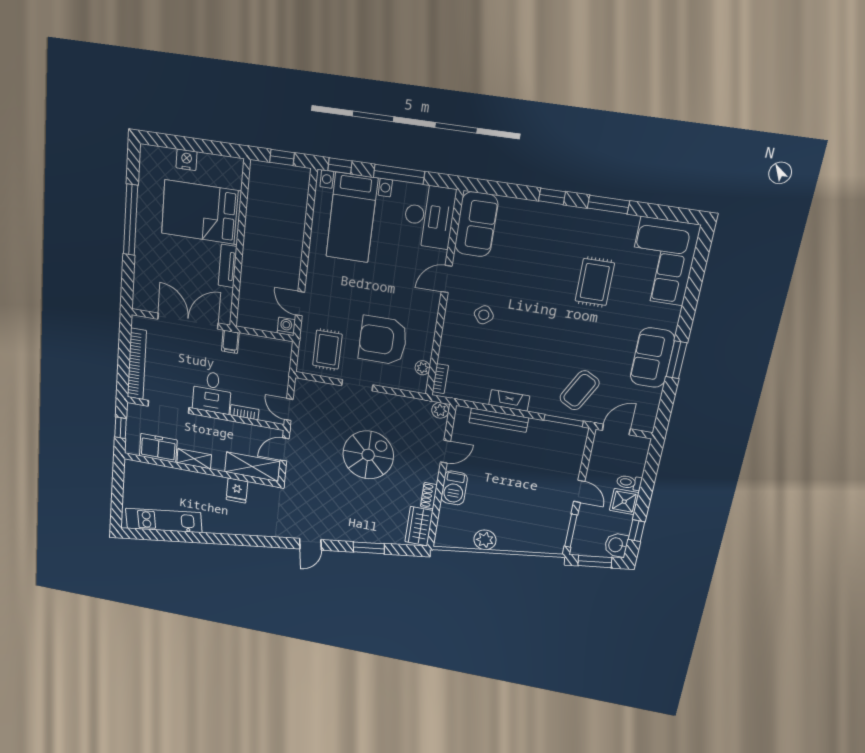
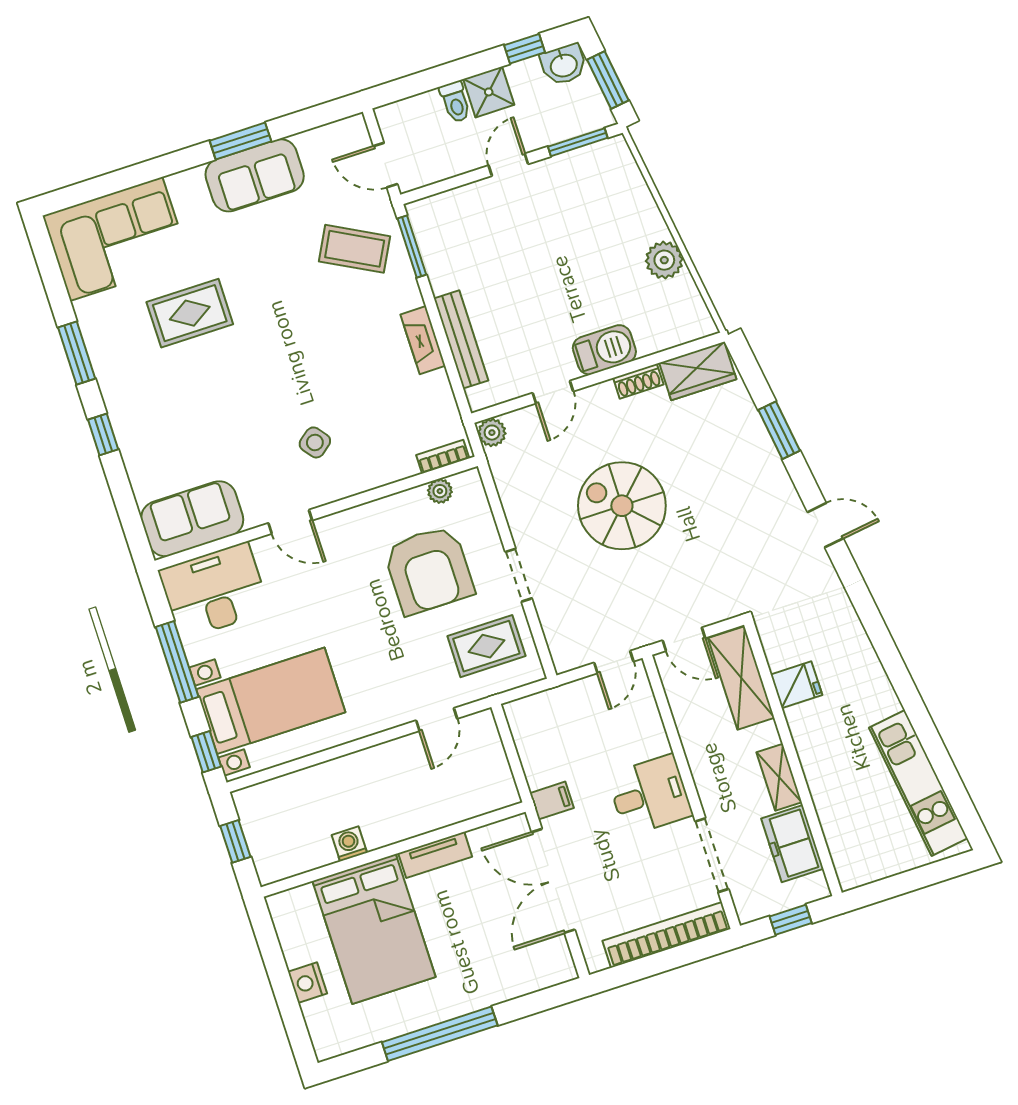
washing machine: (286, 326) -> (349, 844), moved, turned 90
bookcase: (244, 412) -> (655, 730), removed
door: (445, 452) -> (553, 392), swing flipped

